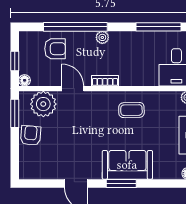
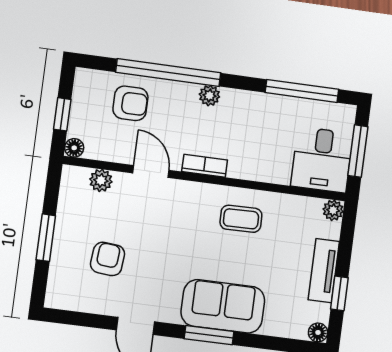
plant: (43, 104) -> (101, 180), width x0.53, depth x0.53
window: (15, 113) -> (46, 238), moved
armchair: (31, 135) -> (108, 259), moved

